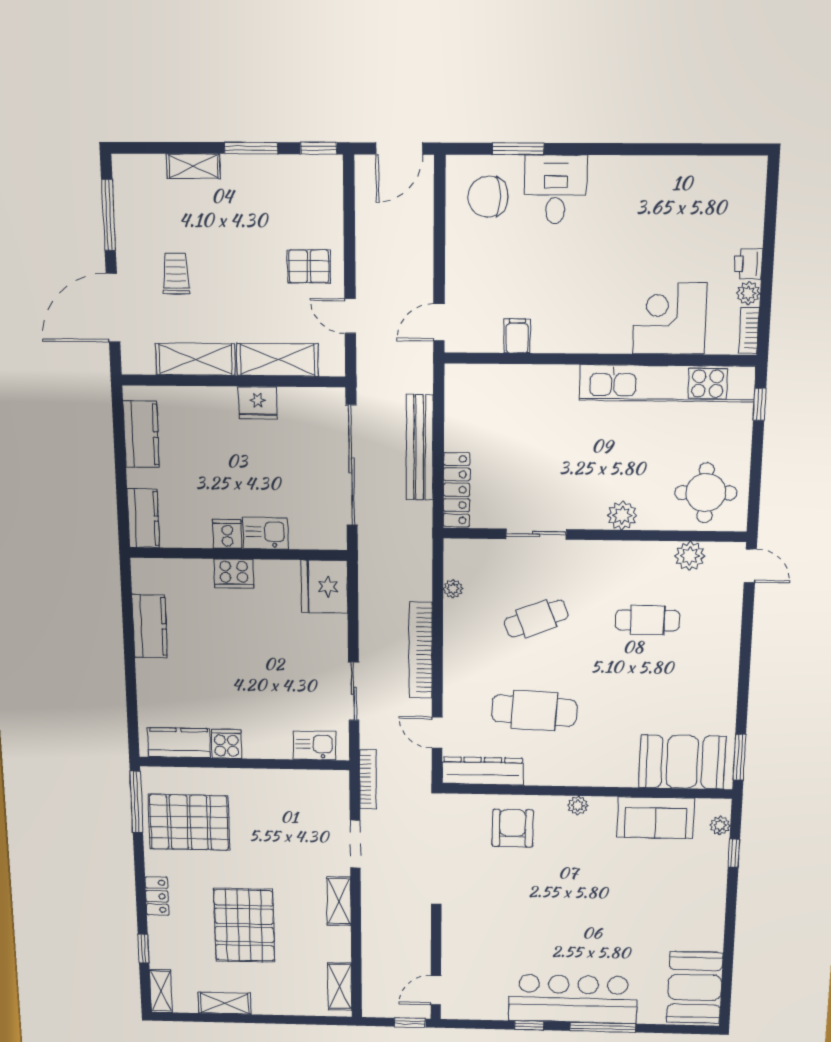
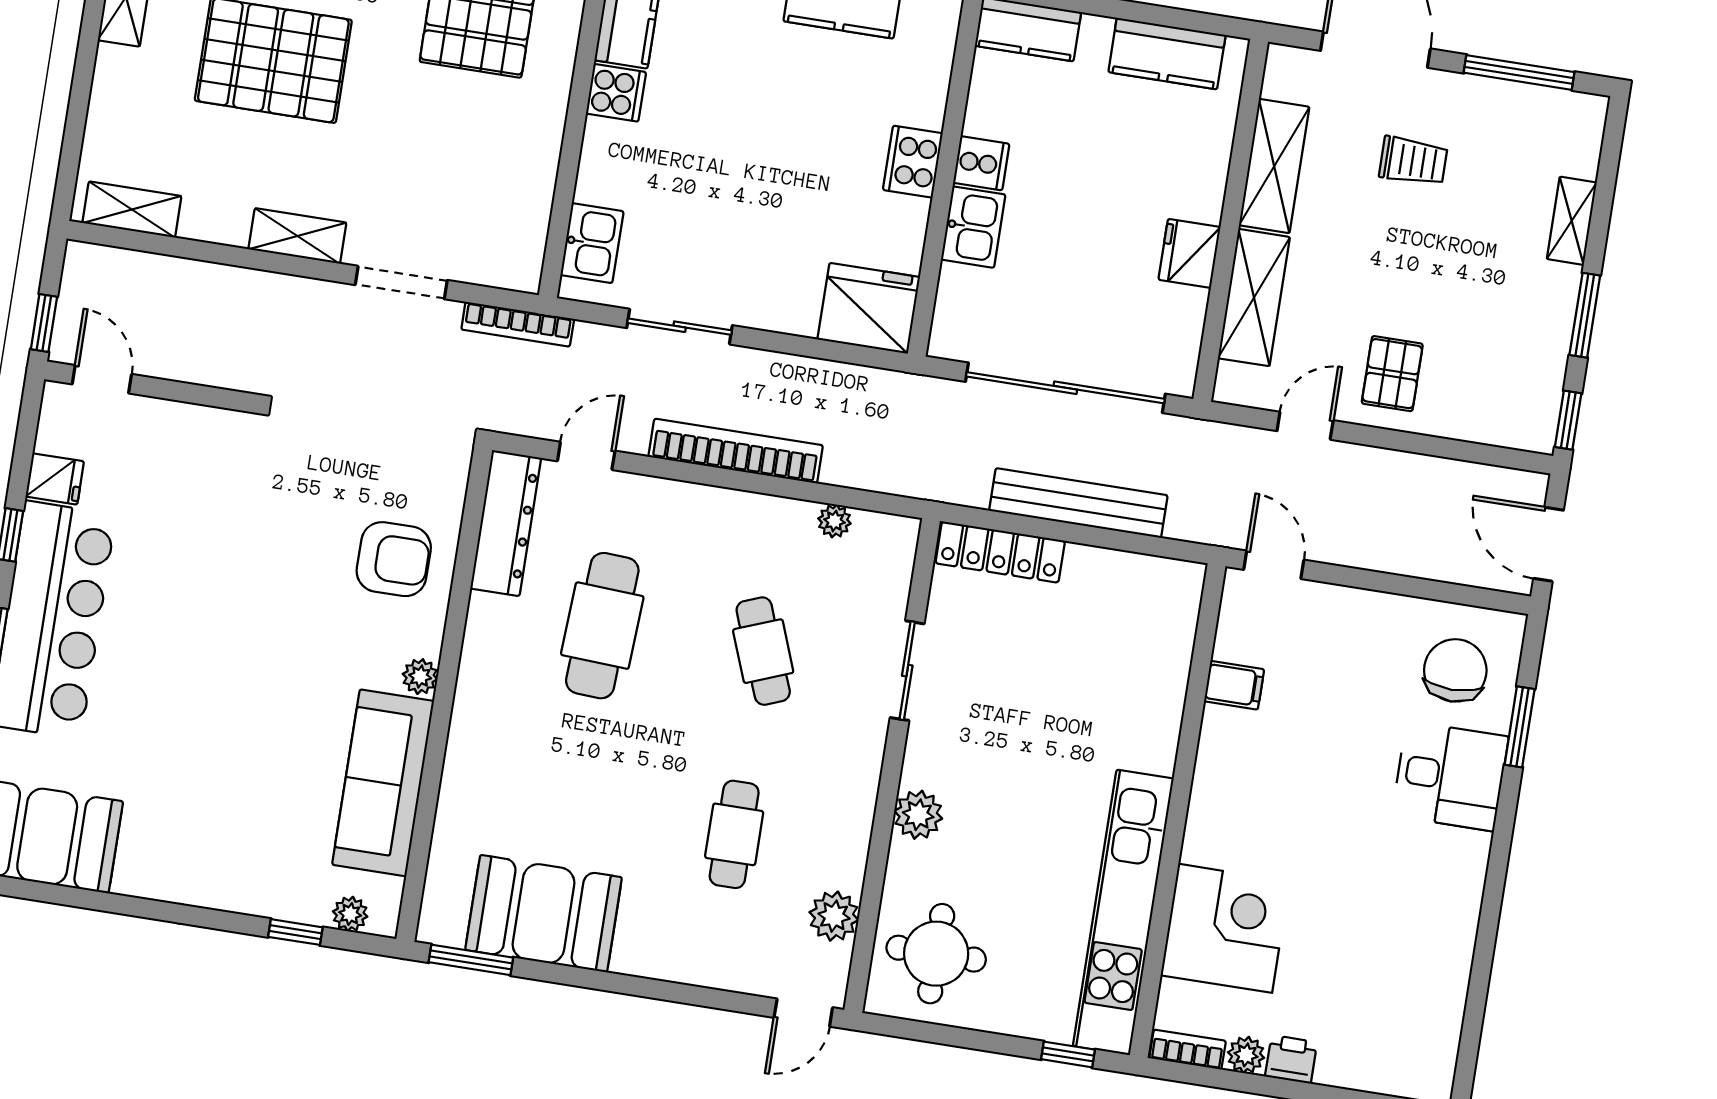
booth: (682, 762) -> (544, 914), moved, turned 90
sofa: (656, 818) -> (383, 783), width x1.36
fridge: (495, 1007) -> (55, 479), added

